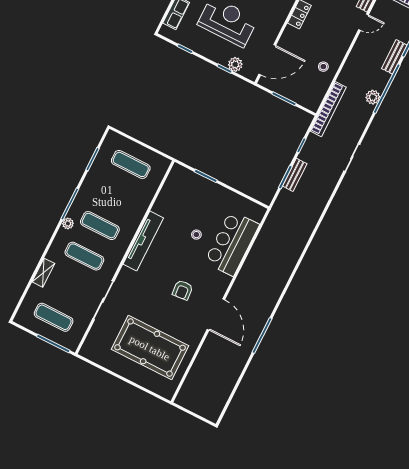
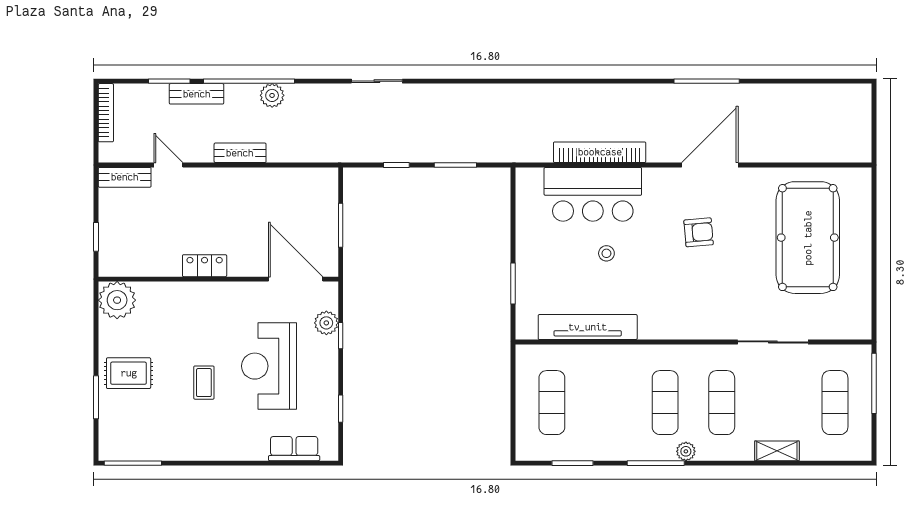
stool: (323, 67) -> (264, 191), removed
bookcase: (328, 109) -> (600, 152), moved
bench: (295, 175) -> (240, 153), moved
tv unit: (143, 241) -> (588, 327), moved

